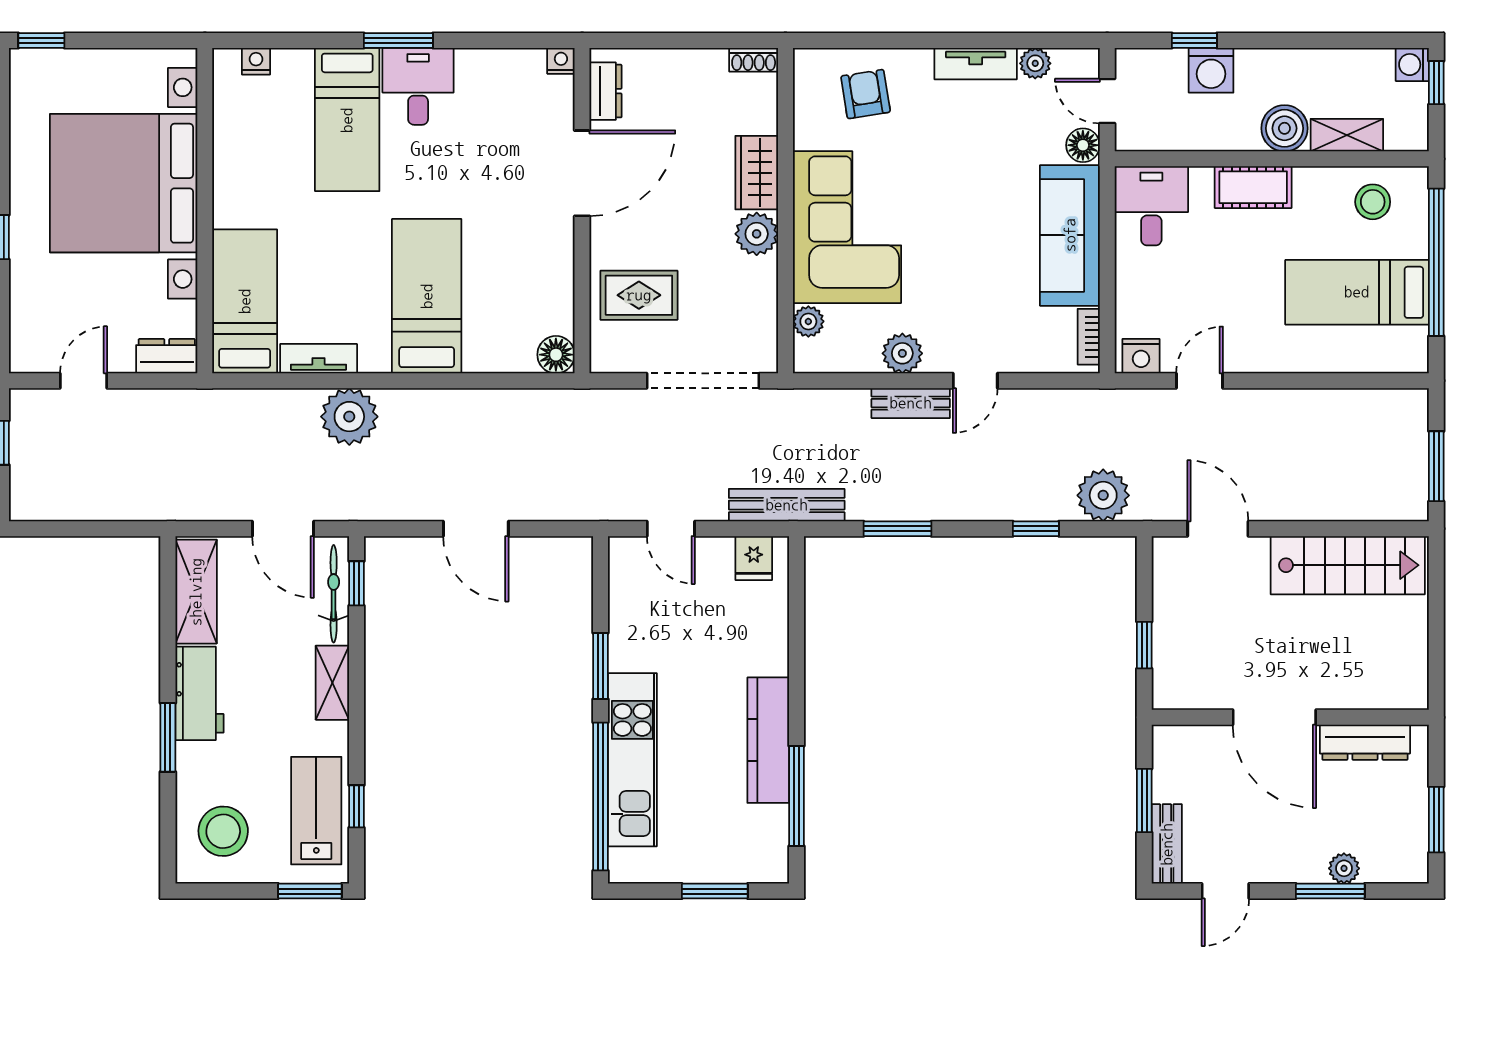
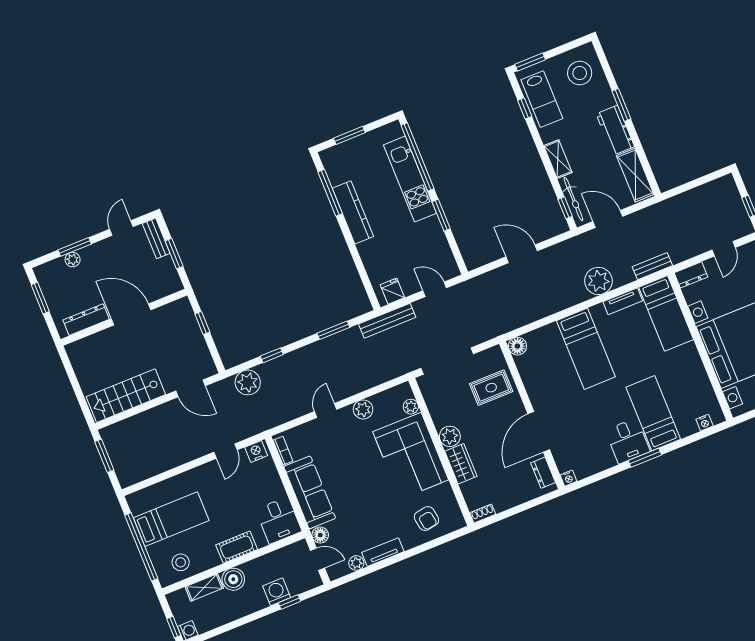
bench: (911, 403) -> (652, 266), moved

